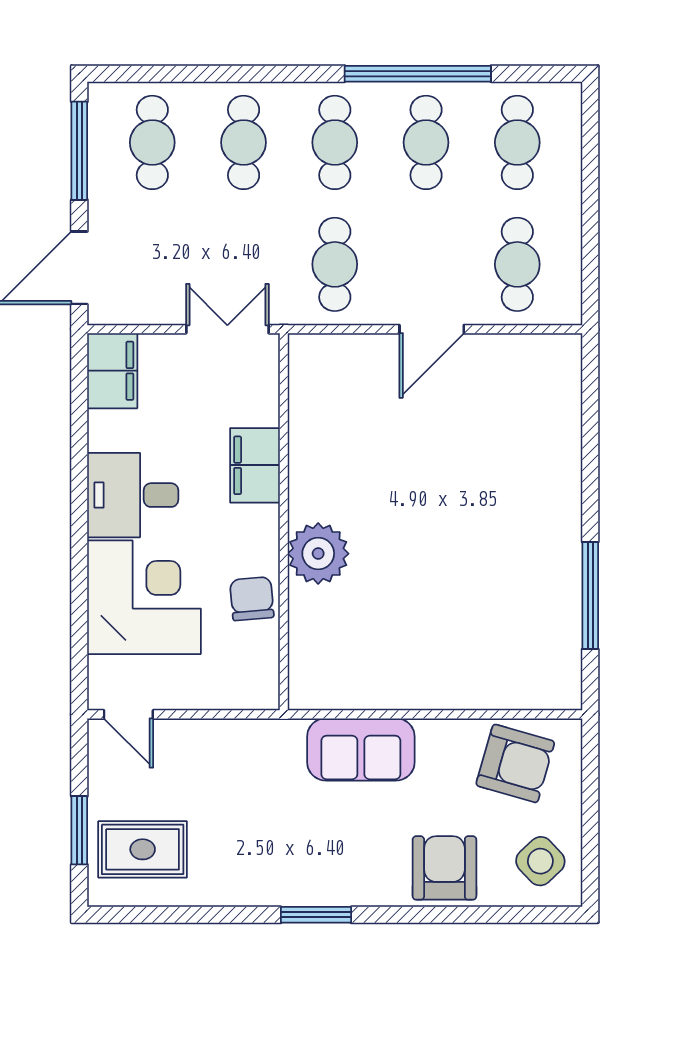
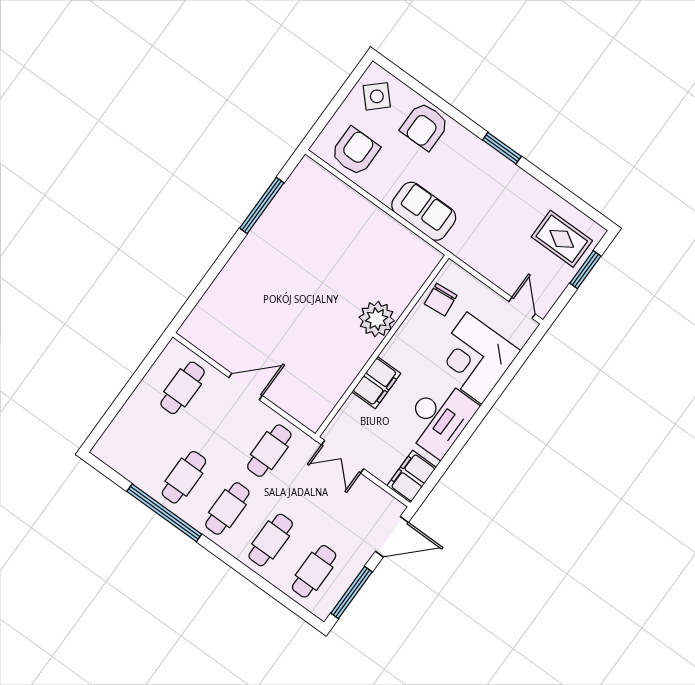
cafe table: (517, 142) -> (141, 446), removed
desk: (133, 495) -> (439, 418), width x1.37
chair: (252, 599) -> (441, 300), moved
armchair: (515, 763) -> (355, 151), turned 74

